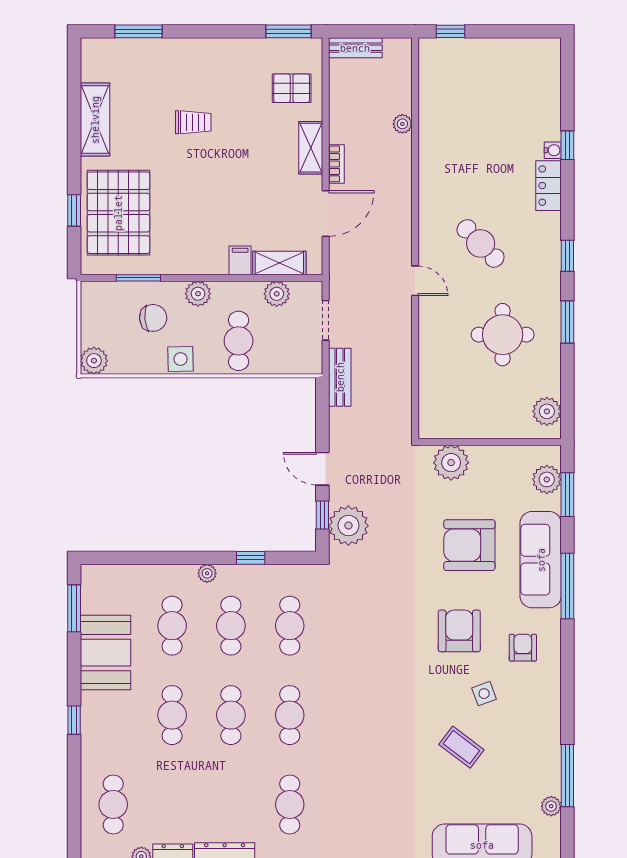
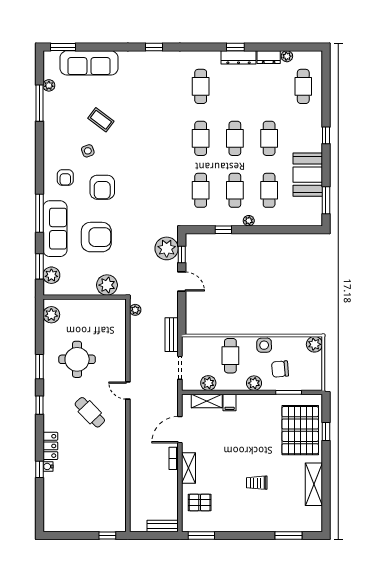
plant: (402, 124) -> (135, 310), moved

